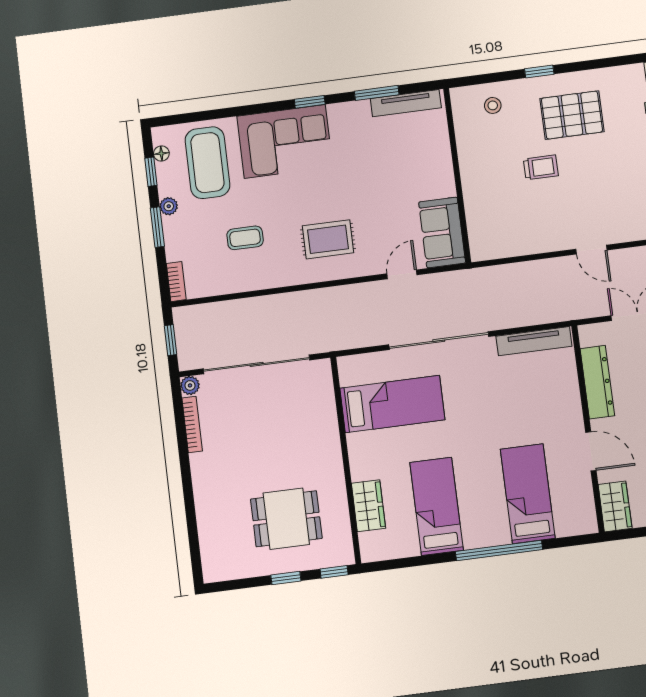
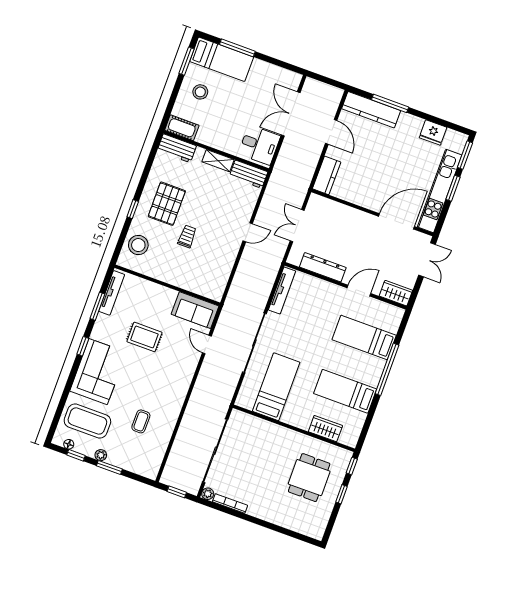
stool: (493, 105) -> (138, 245), width x1.89, depth x1.89
rug: (328, 239) -> (144, 337), moved, turned 90
bookcase: (176, 282) -> (145, 472), removed

